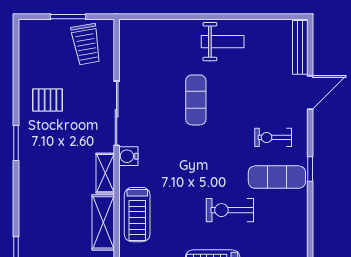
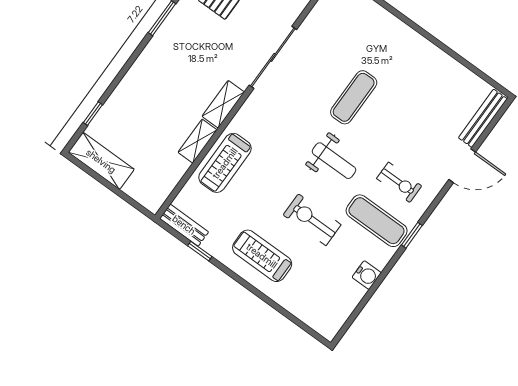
weight bench: (223, 42) -> (334, 161), moved
exercise bike: (273, 137) -> (399, 182), turned 180
water cooler: (128, 156) -> (367, 275), moved, turned 180
shelving: (103, 222) -> (198, 141), width x0.67, depth x0.75

